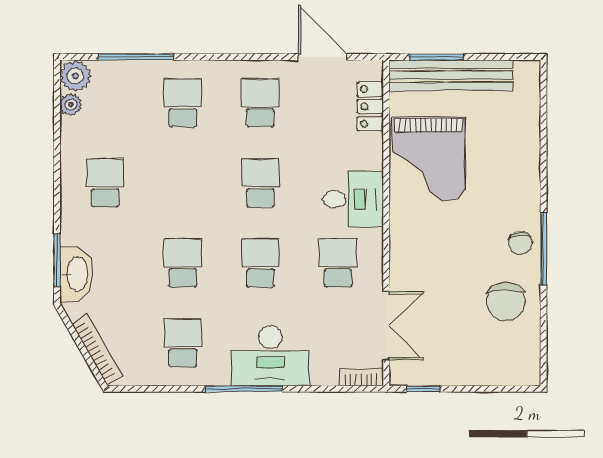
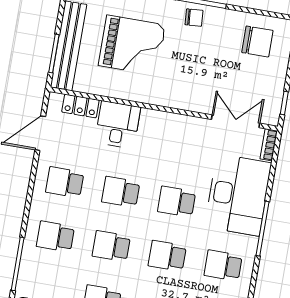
grand piano: (428, 159) -> (132, 45), moved
desk: (353, 199) -> (118, 125), moved
school desk: (338, 263) -> (111, 246), moved
chair: (506, 302) -> (257, 41), moved
desk: (270, 356) -> (238, 195), width x1.36, depth x1.30

